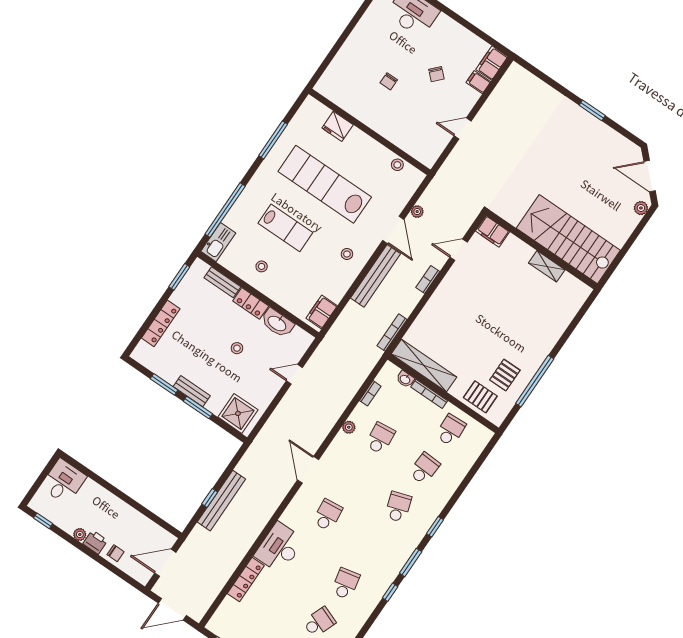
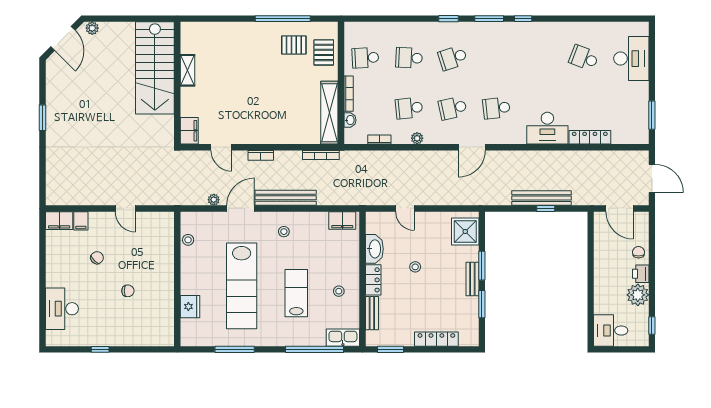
window: (354, 22) -> (100, 349), added
plant: (80, 534) -> (638, 295), width x1.87, depth x1.87
school desk: (345, 584) -> (453, 108), moved

